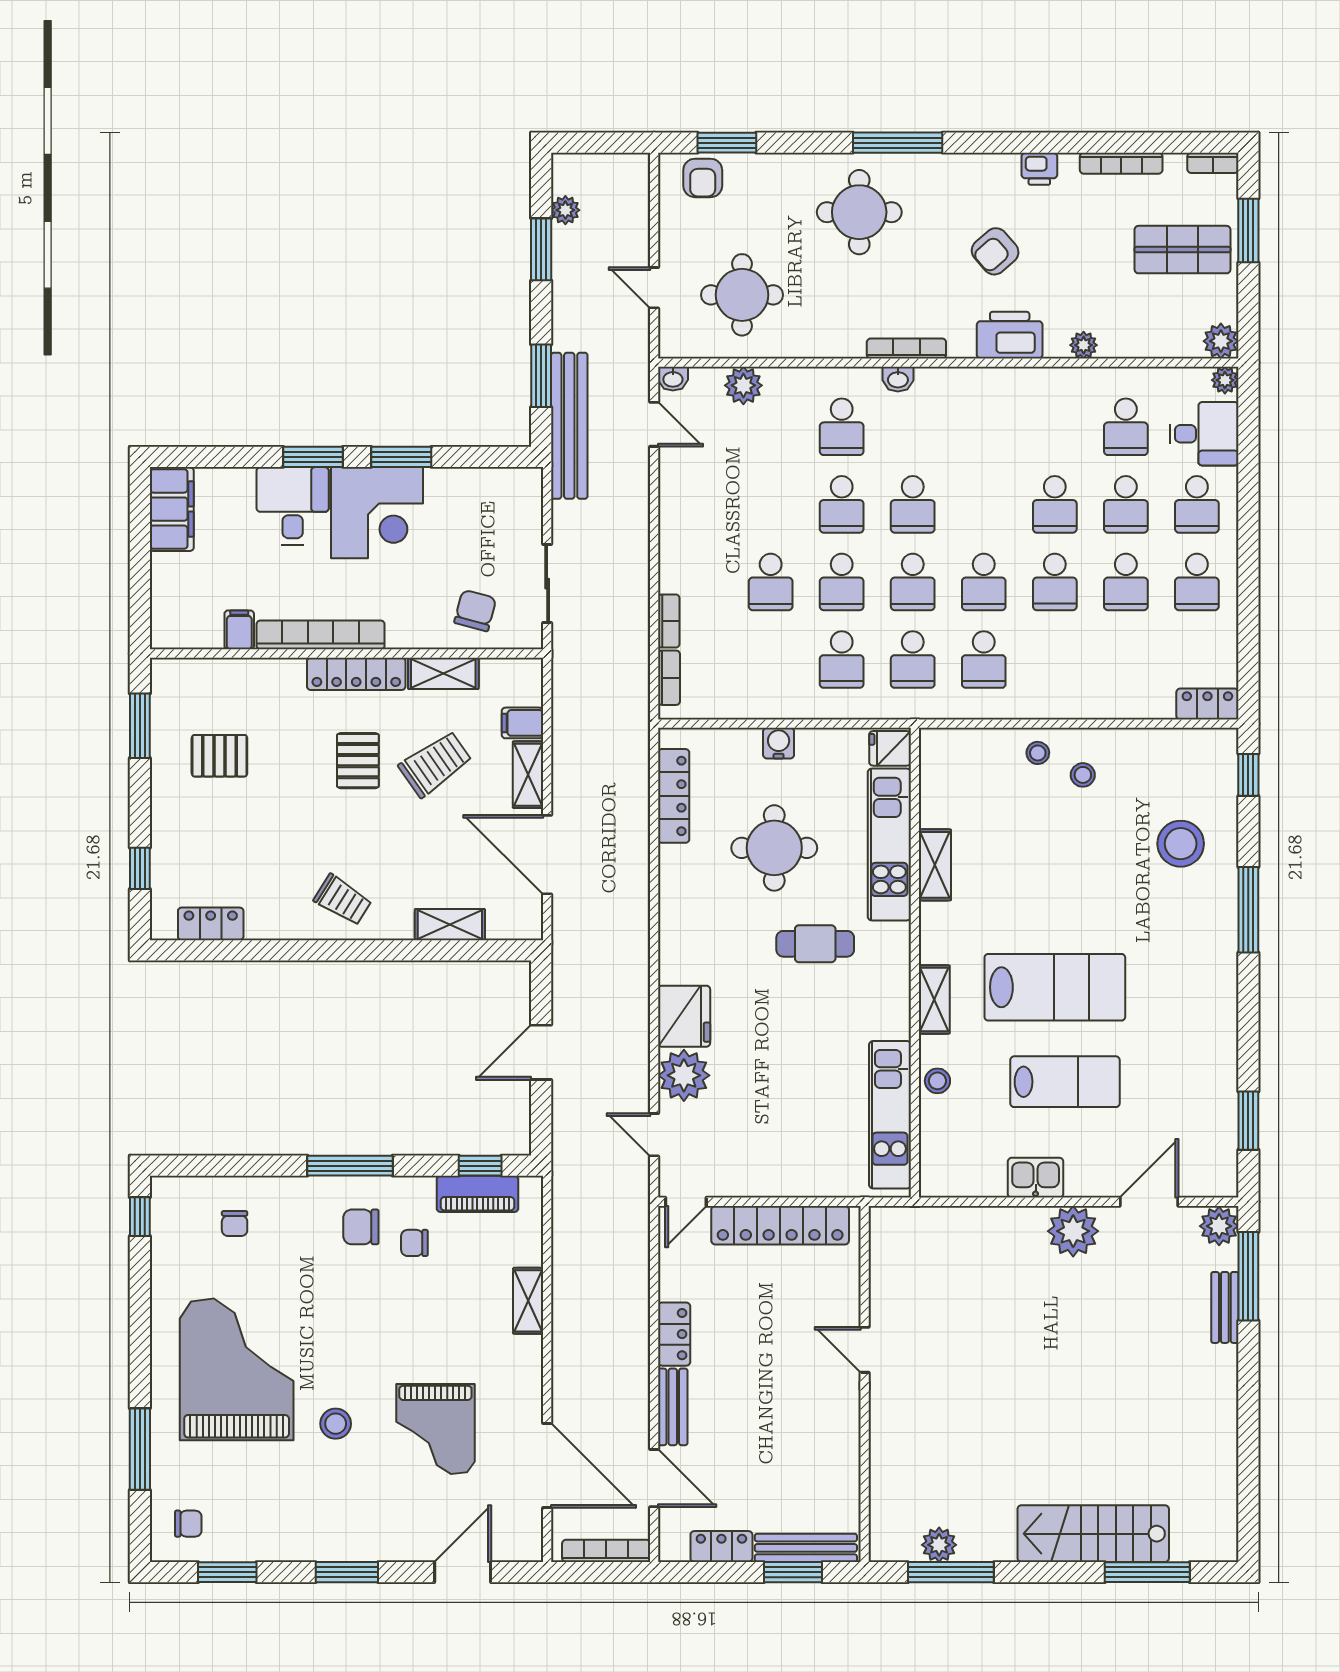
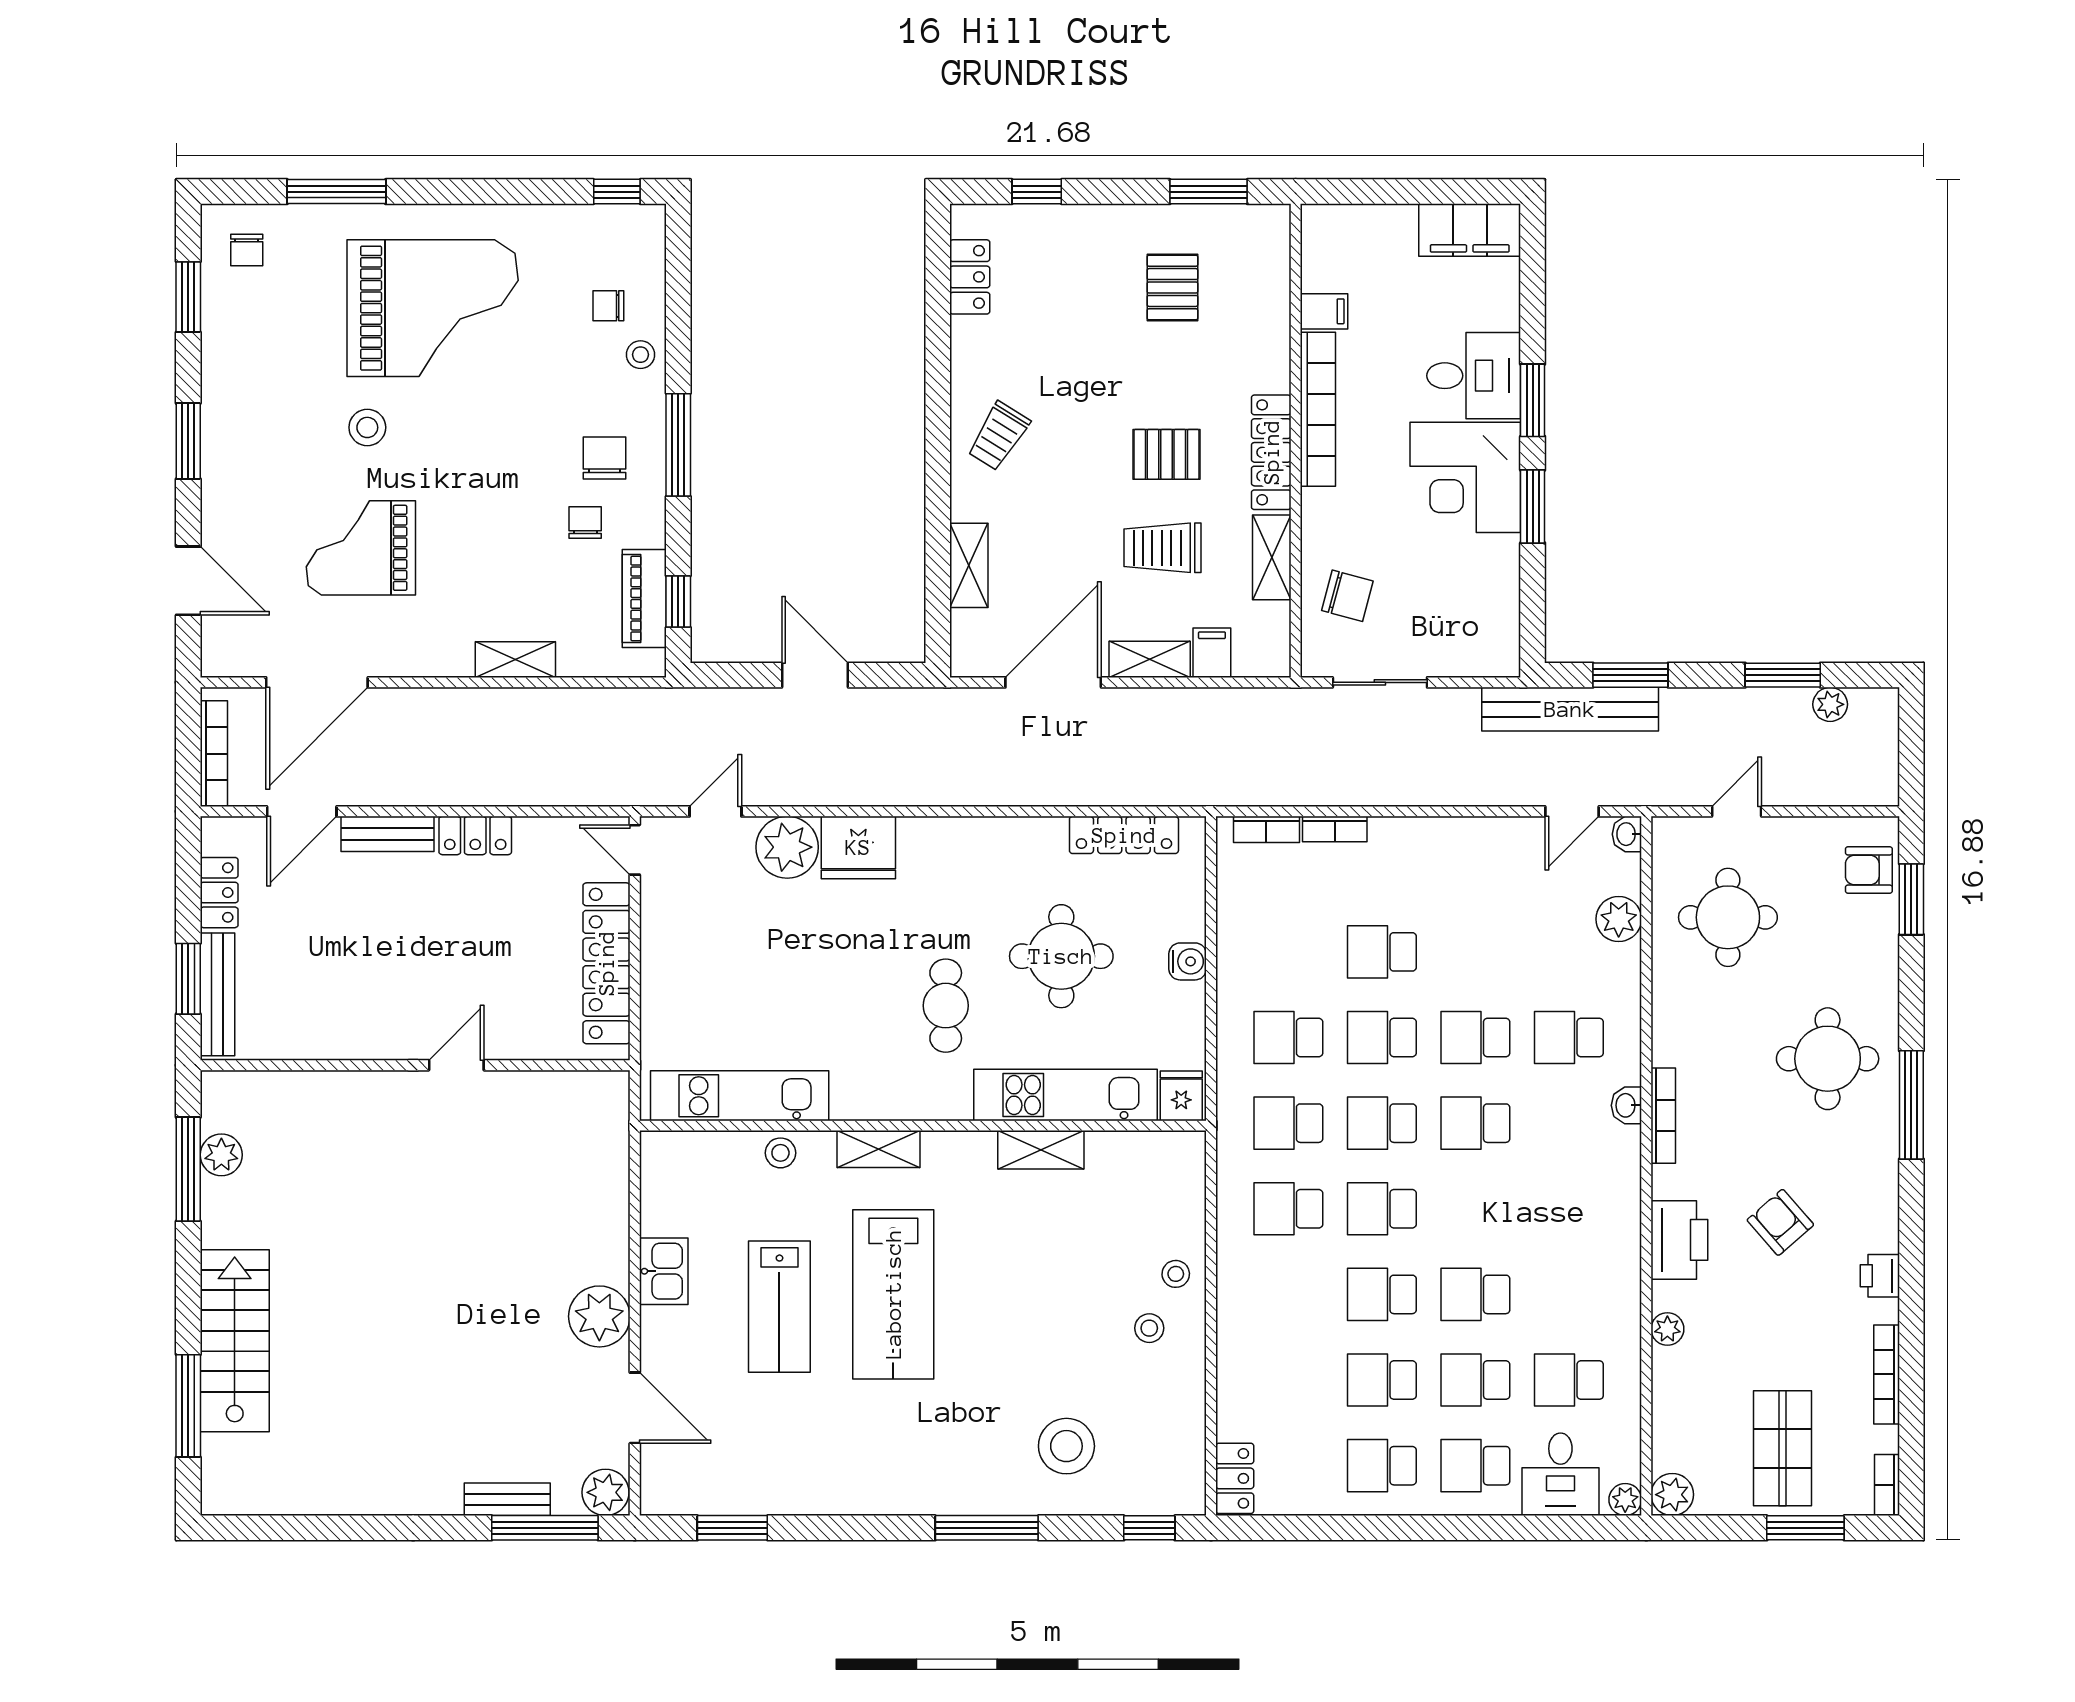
trolley: (435, 764) -> (1163, 548), turned 125
stool: (275, 1197) -> (640, 355), added

